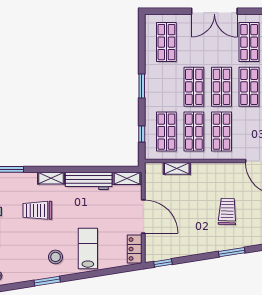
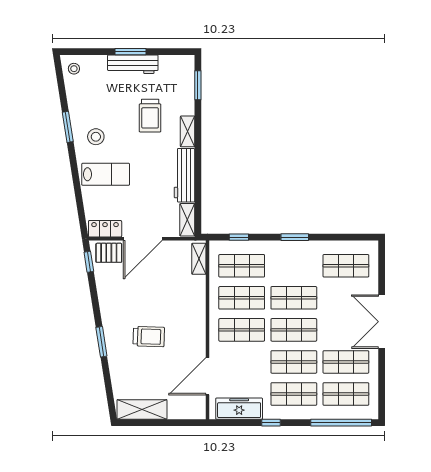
shelving: (177, 168) -> (199, 259), moved
trolley: (37, 210) -> (150, 116), turned 180
pallet: (155, 246) -> (109, 253), added

